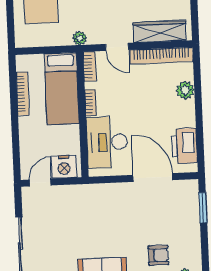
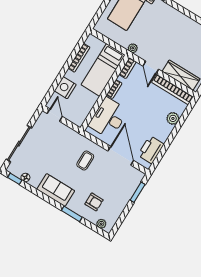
nightstand: (64, 167) -> (65, 88), moved, turned 90
door: (40, 183) -> (55, 115), hinge flipped
coffee table: (114, 212) -> (85, 161), added

